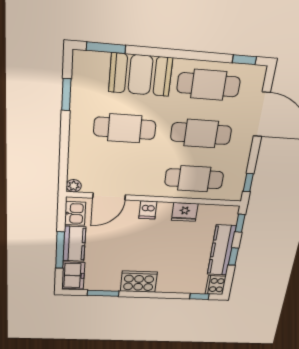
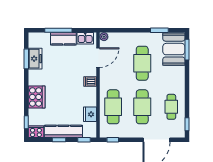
booth: (140, 75) -> (174, 49), moved
cafe table: (209, 85) -> (171, 107), width x0.73, depth x0.74
door: (109, 196) -> (98, 58), swing flipped
fridge: (185, 212) -> (90, 114), moved
freezer: (73, 276) -> (35, 59), moved, turned -90
cooker: (139, 282) -> (37, 97), moved

